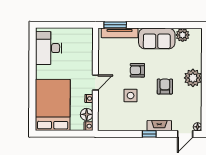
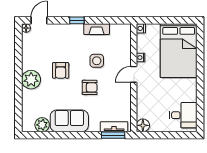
tv unit: (120, 33) -> (114, 127), width x0.71
desk: (49, 48) -> (183, 115), width x0.73
floor lamp: (87, 114) -> (143, 125), moved
fireplace: (159, 126) -> (97, 29), moved

